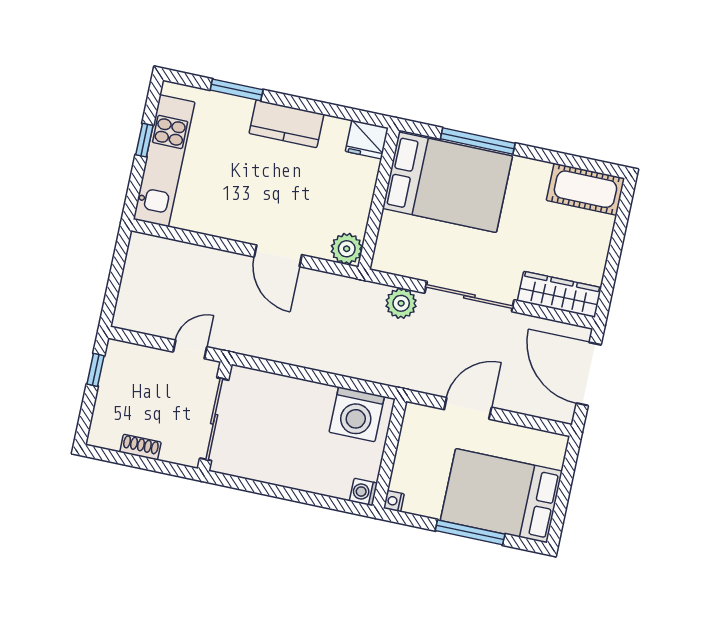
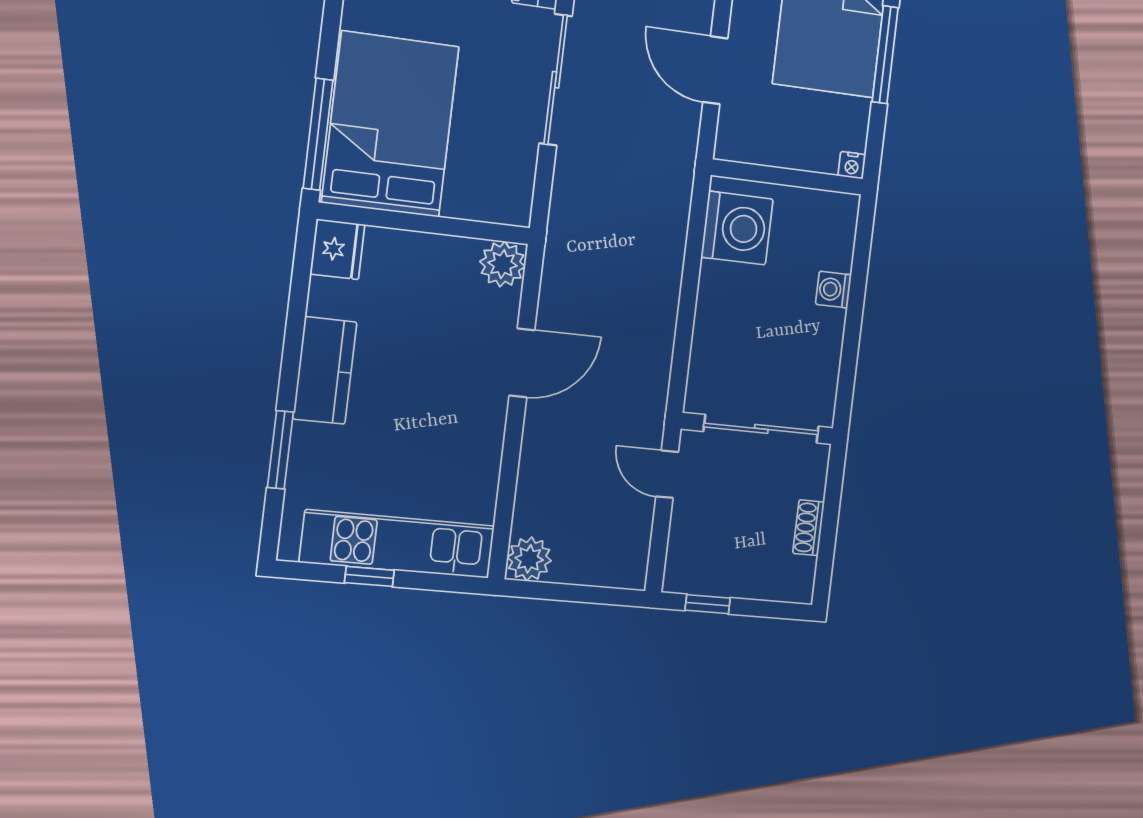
window: (478, 141) -> (318, 134), moved
plant: (401, 303) -> (529, 559), moved
washing machine: (363, 492) -> (833, 290), moved, turned 90

